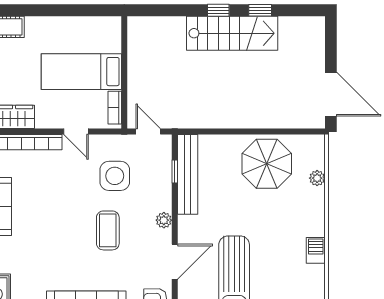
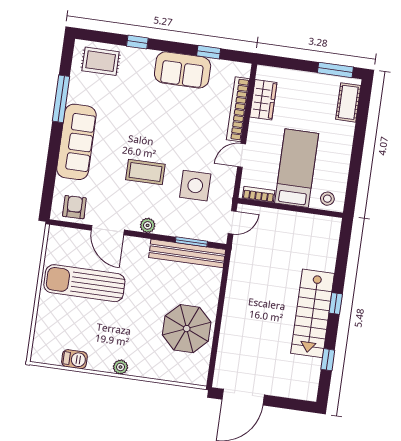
window: (260, 10) -> (328, 360), moved
stool: (109, 35) -> (327, 199), added
window: (175, 172) -> (191, 242), width x1.50
plant: (317, 178) -> (120, 367), moved
barbecue: (316, 250) -> (74, 359), moved

